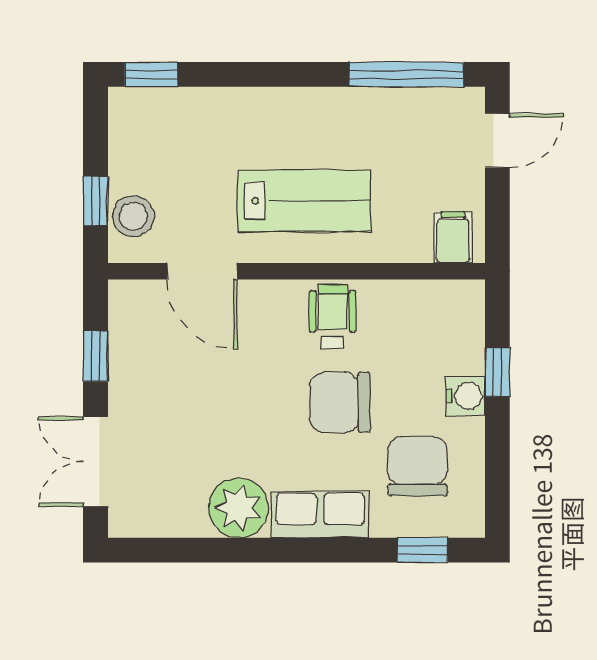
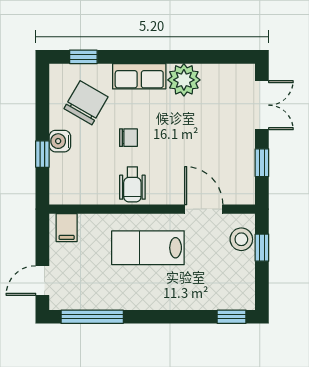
chair: (340, 402) -> (128, 138), width x0.54, depth x0.54
chair: (417, 466) -> (86, 103), turned -150

